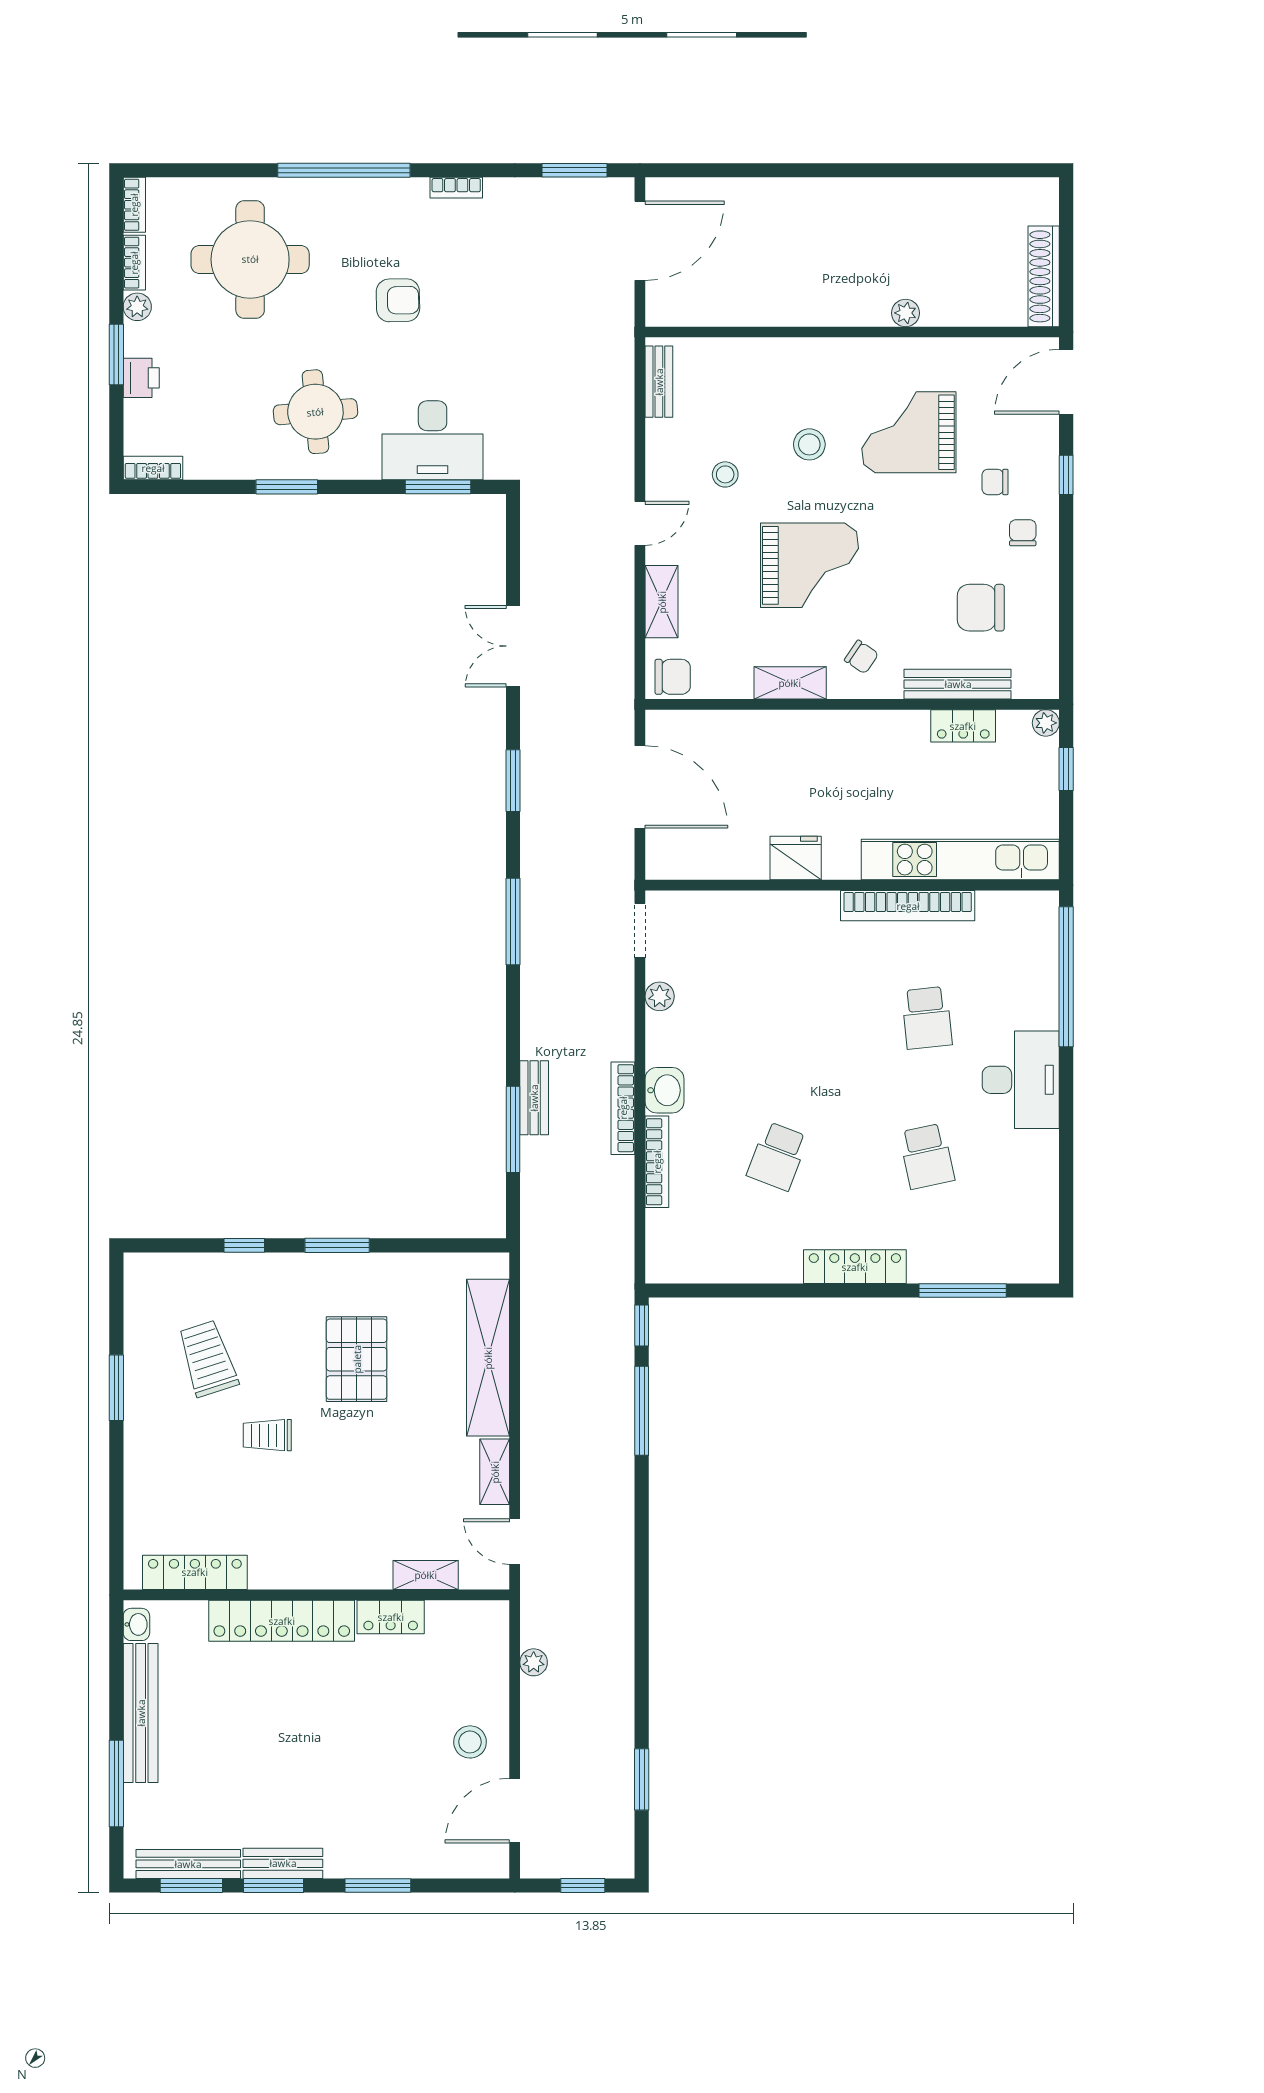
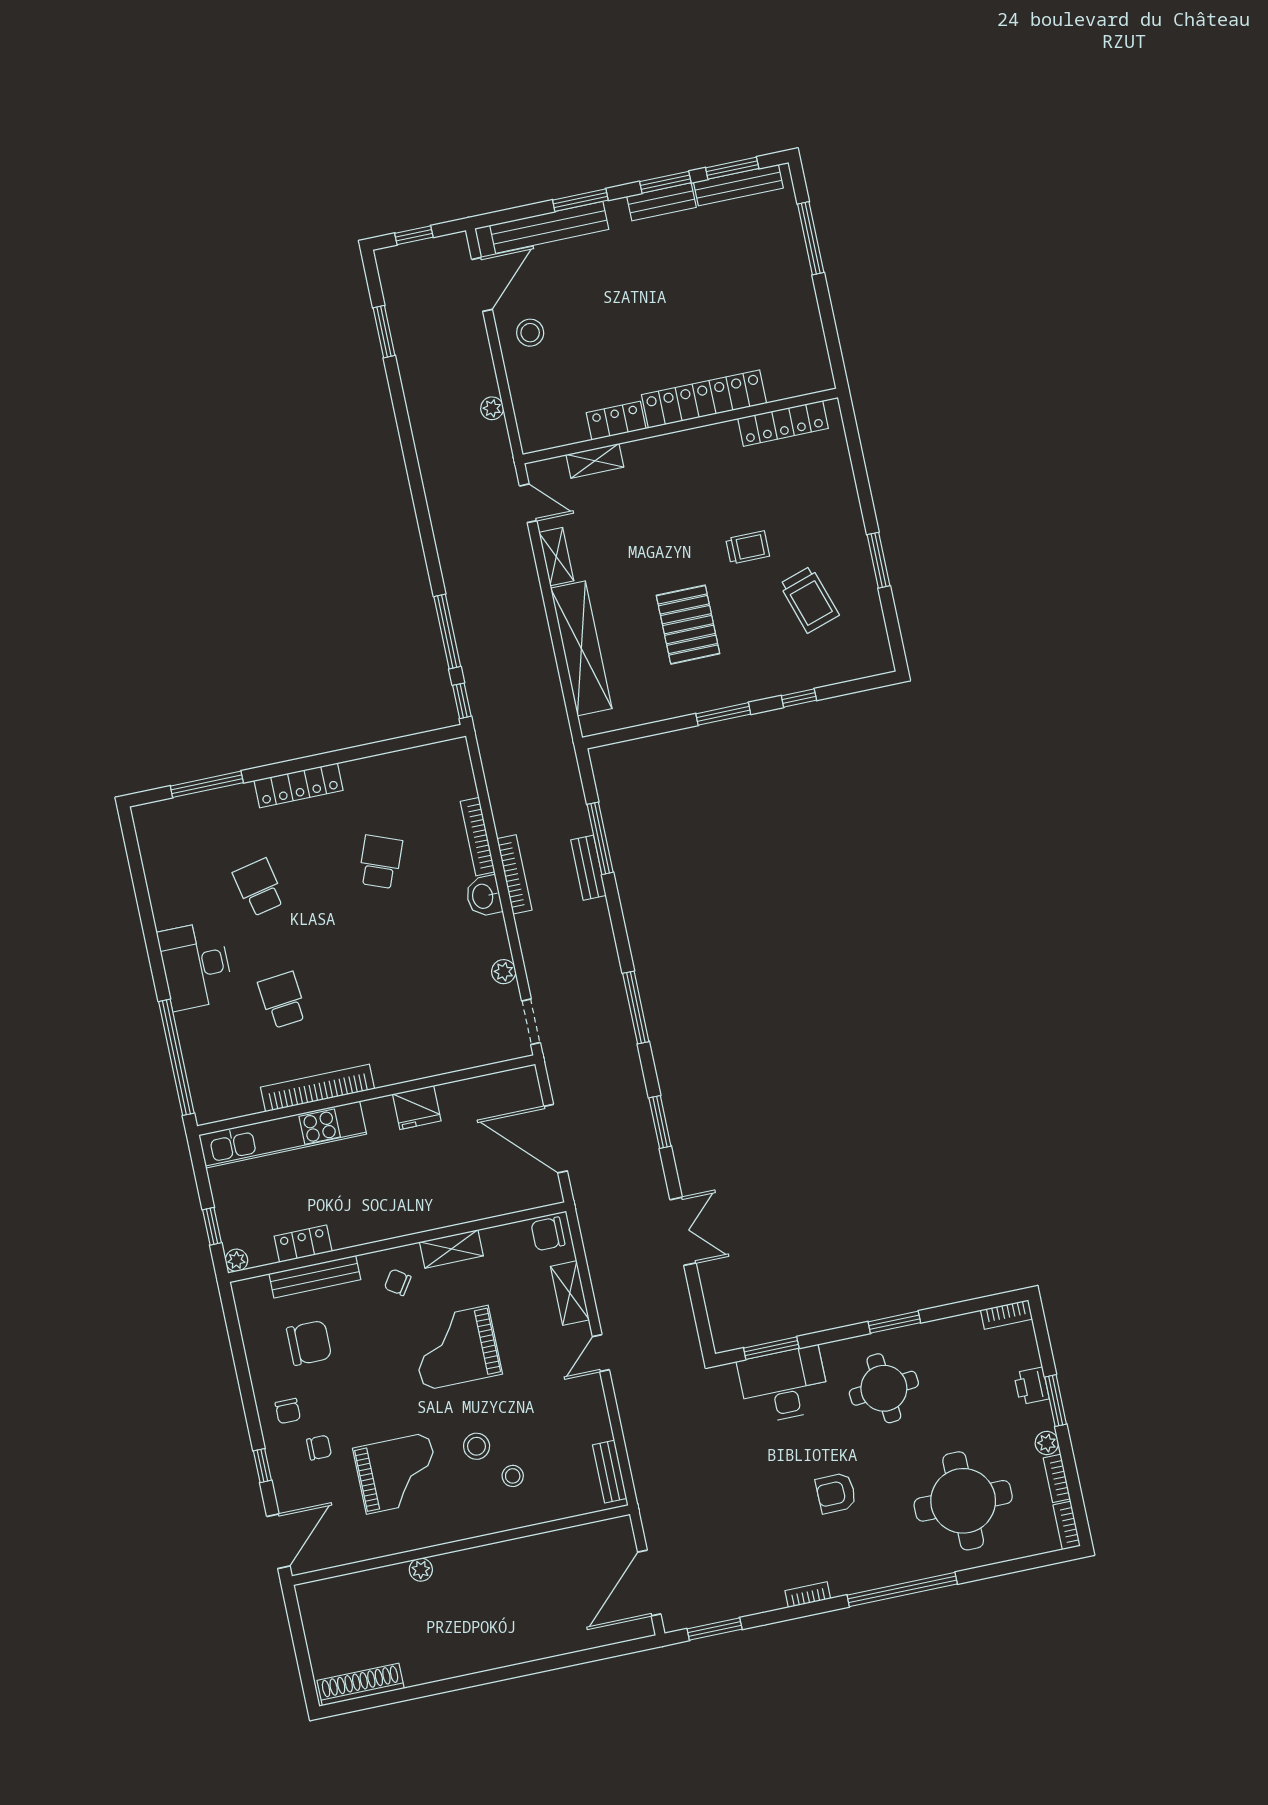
shoe rack: (1044, 276) -> (361, 1684), moved, turned -90
stool: (725, 474) -> (513, 1476), moved
washbasin: (136, 1624) -> (822, 371), removed
bench: (141, 1713) -> (549, 227), moved, turned 90

